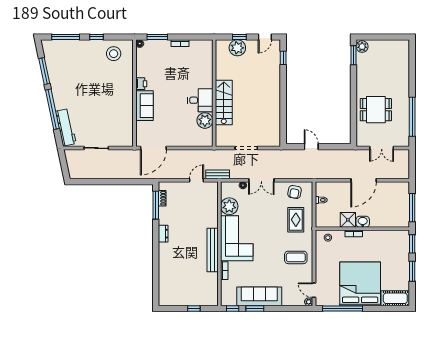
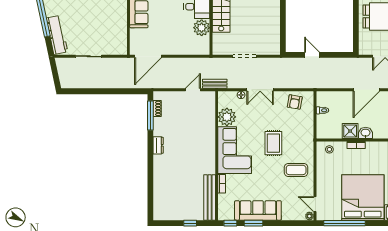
rug: (296, 220) -> (273, 143), moved
bench: (213, 250) -> (210, 198), moved

